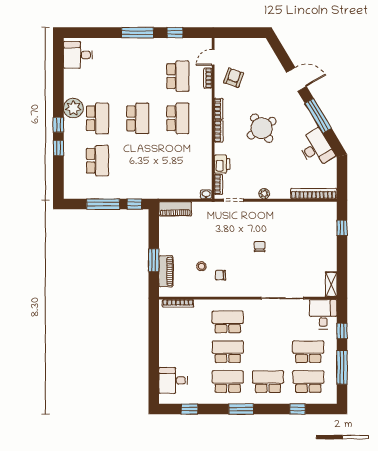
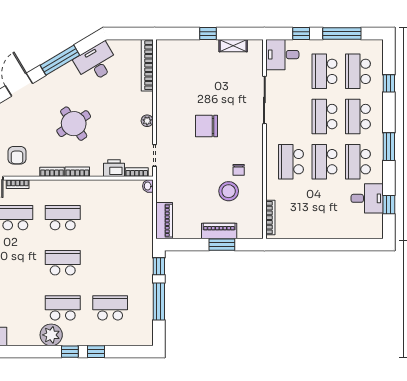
armchair: (233, 78) -> (17, 155), turned -109
window: (342, 228) -> (208, 34), moved
chair: (260, 247) -> (206, 126), width x1.87, depth x1.87
stool: (201, 266) -> (229, 191), width x1.89, depth x1.89
piano: (166, 271) -> (219, 231), moved
shelving: (331, 284) -> (233, 46), moved
school desk: (268, 352) -> (324, 117), added
desk: (173, 380) -> (367, 198), moved, turned -90

